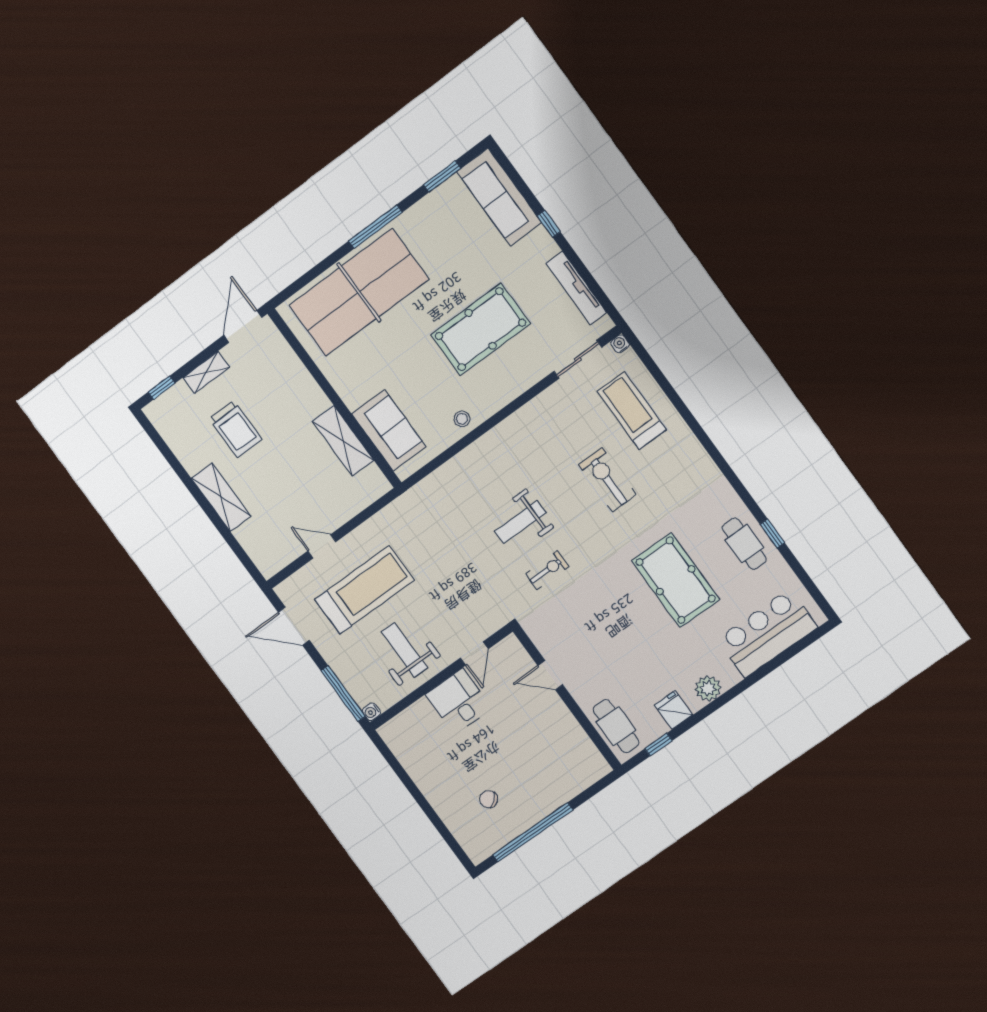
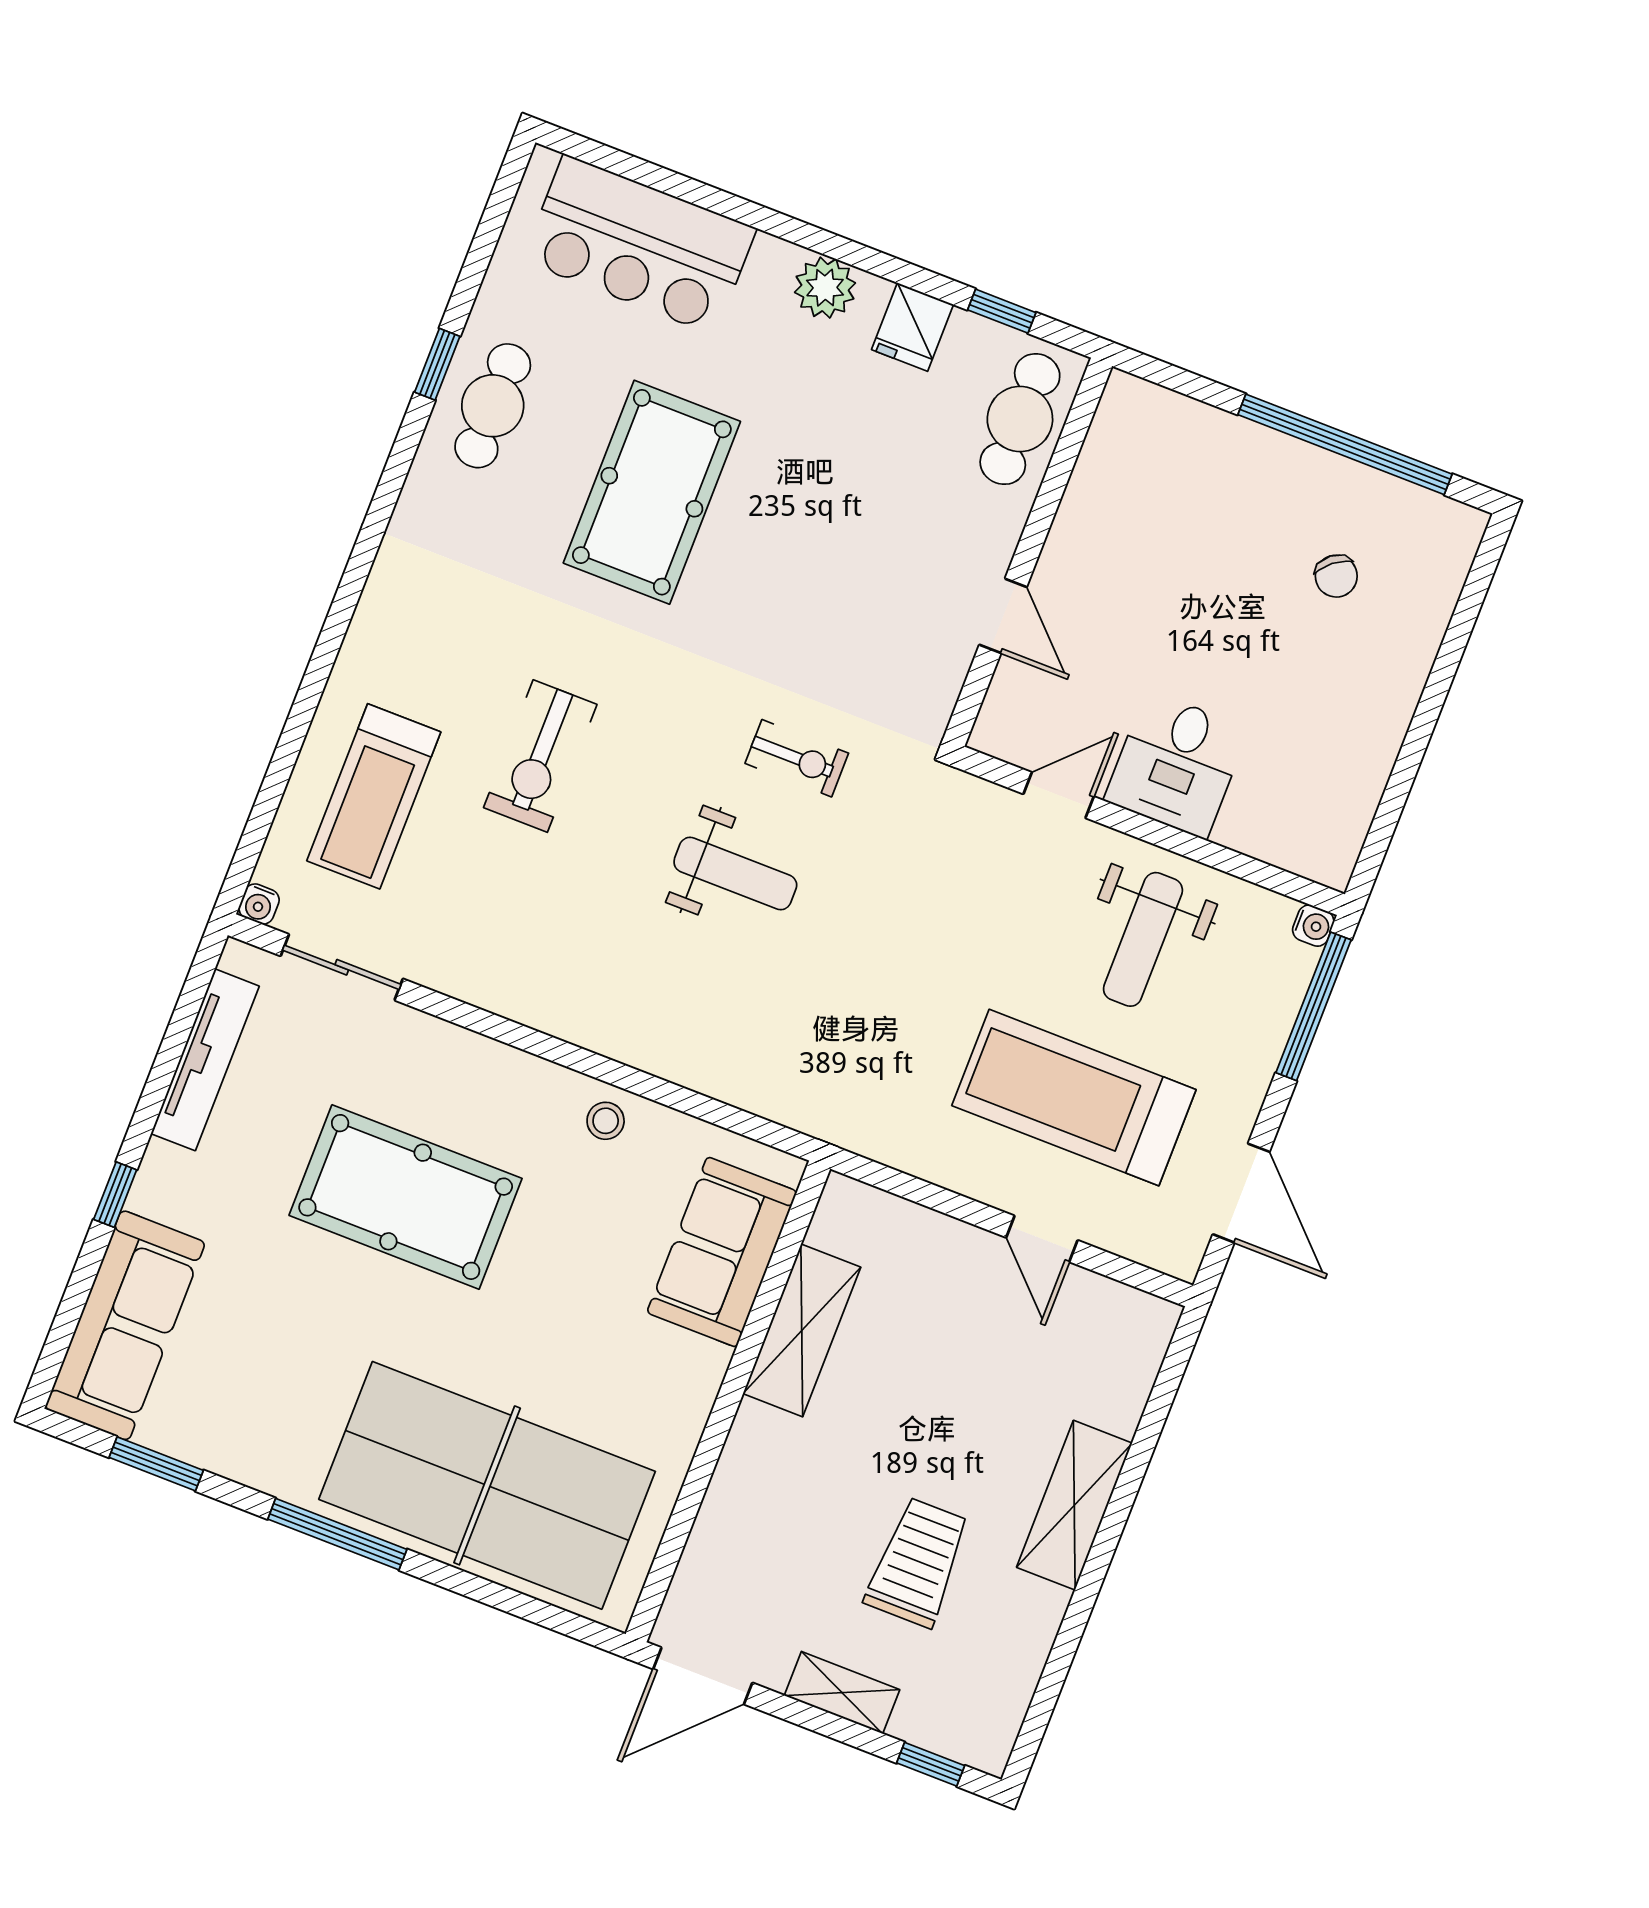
exercise bike: (547, 570) -> (797, 758), turned 180

